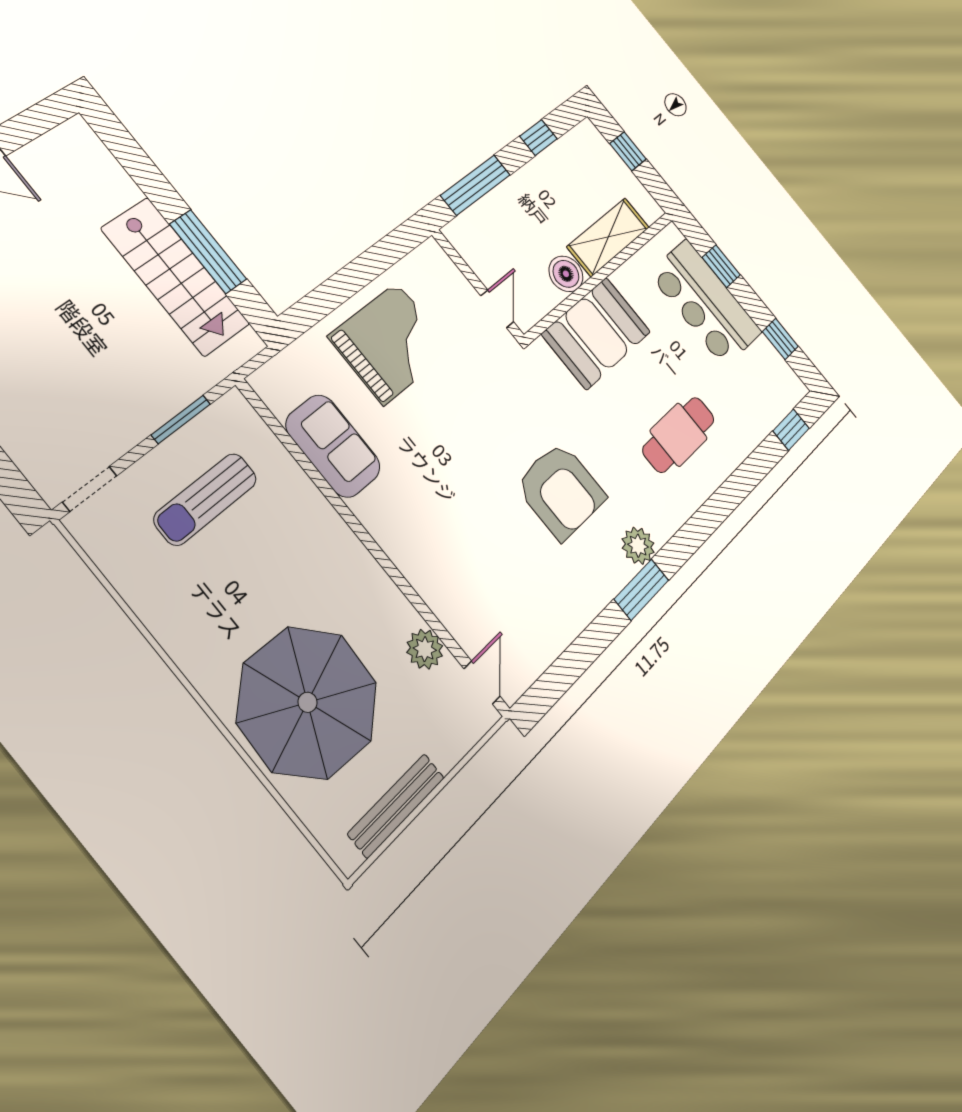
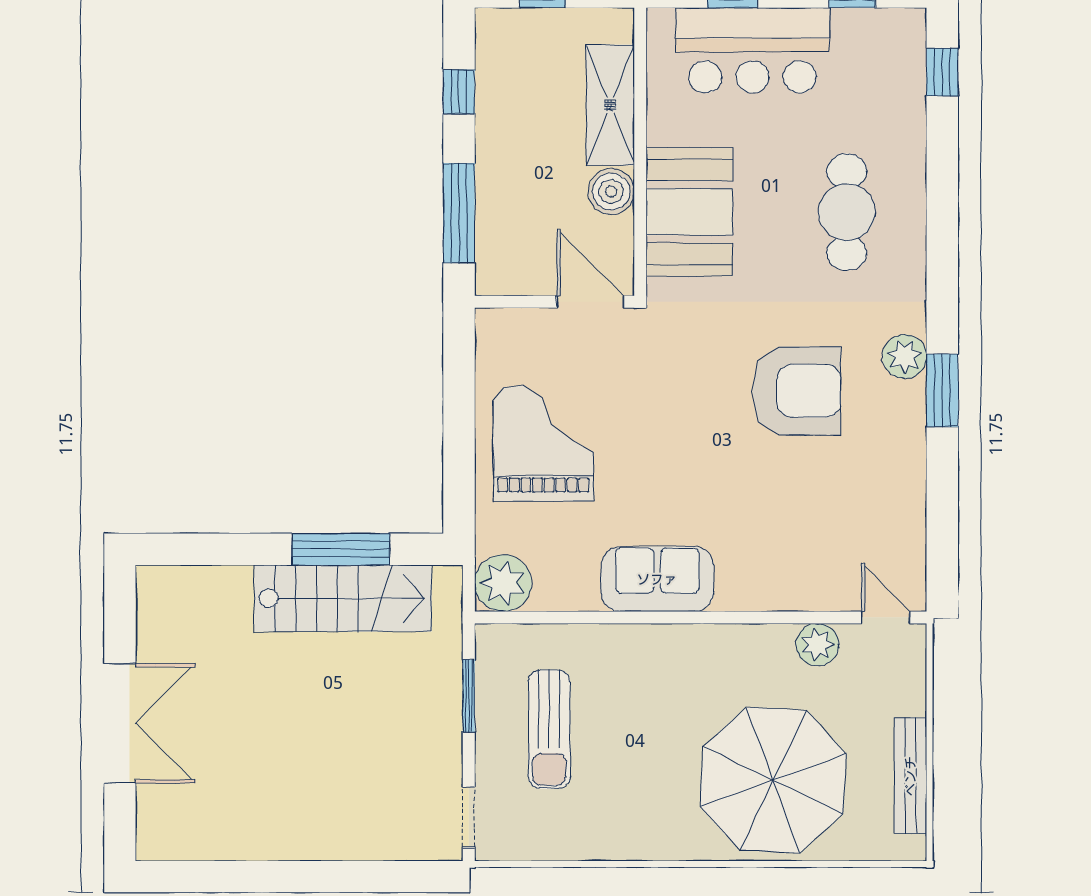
door: (497, 309) -> (590, 302), width x1.38
plant: (279, 385) -> (503, 583), added
sofa: (333, 446) -> (657, 579), moved

